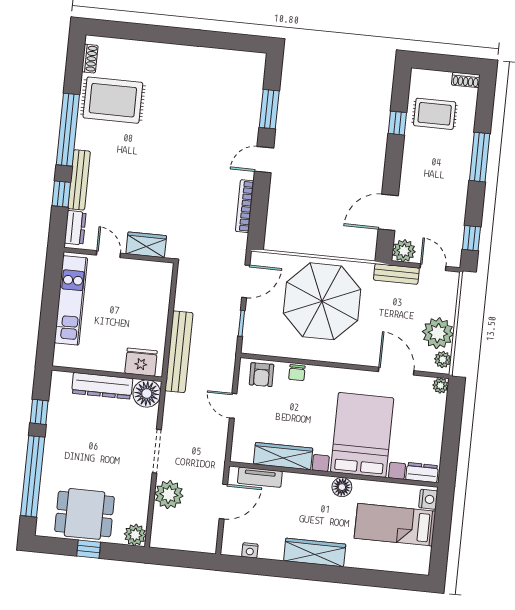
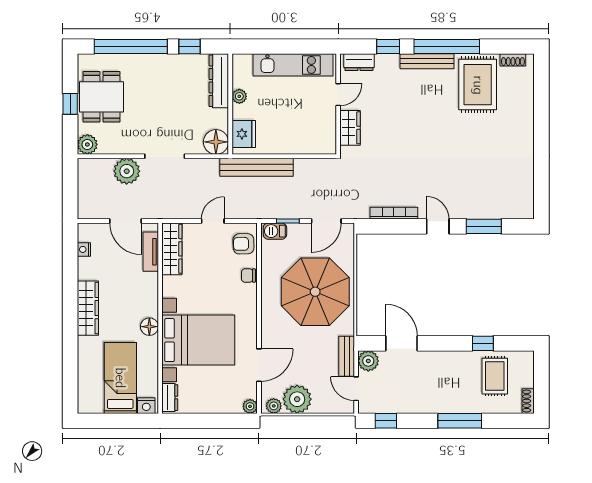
bench: (79, 180) -> (427, 61), moved
door: (433, 267) -> (356, 389), swing flipped
door: (246, 281) -> (326, 221), hinge flipped
barbecue: (251, 339) -> (275, 231), added
plant: (99, 363) -> (239, 96), added
dresser: (102, 386) -> (219, 81), moved
wardrobe: (283, 456) -> (172, 249), moved

